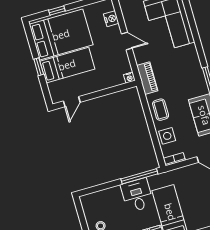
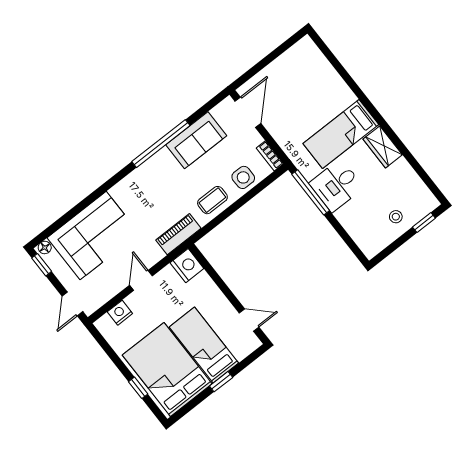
nightstand: (129, 78) -> (187, 266), width x1.89, depth x1.79

